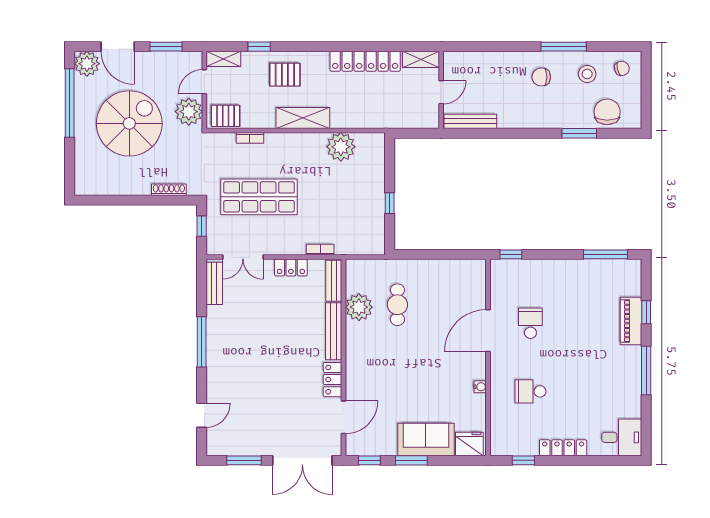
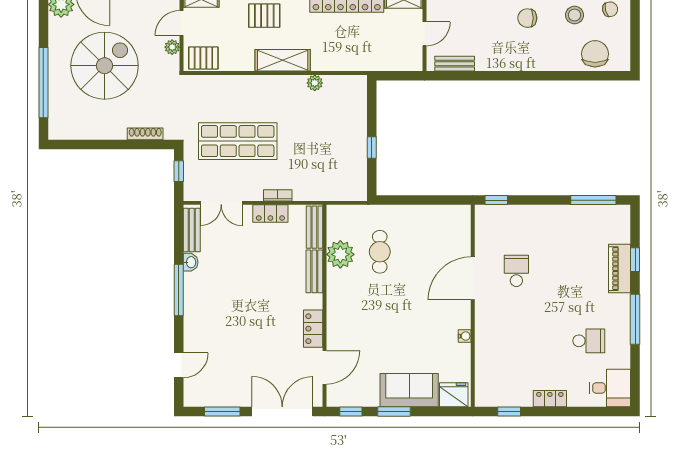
window: (70, 103) -> (43, 83), moved
plant: (189, 112) -> (172, 47), width x0.53, depth x0.53
bench: (470, 121) -> (455, 64), width x0.73
window: (579, 133) -> (567, 76), removed
bookcase: (250, 138) -> (228, 81), removed
plant: (341, 147) -> (315, 83), width x0.53, depth x0.53
bookcase: (320, 250) -> (278, 195), moved
washbasin: (213, 315) -> (191, 262), added
bench: (334, 331) -> (314, 271), width x0.73
school desk: (530, 391) -> (589, 341), moved, turned 180
locker: (563, 448) -> (550, 399), width x0.66
double door: (302, 460) -> (282, 412), swing flipped

